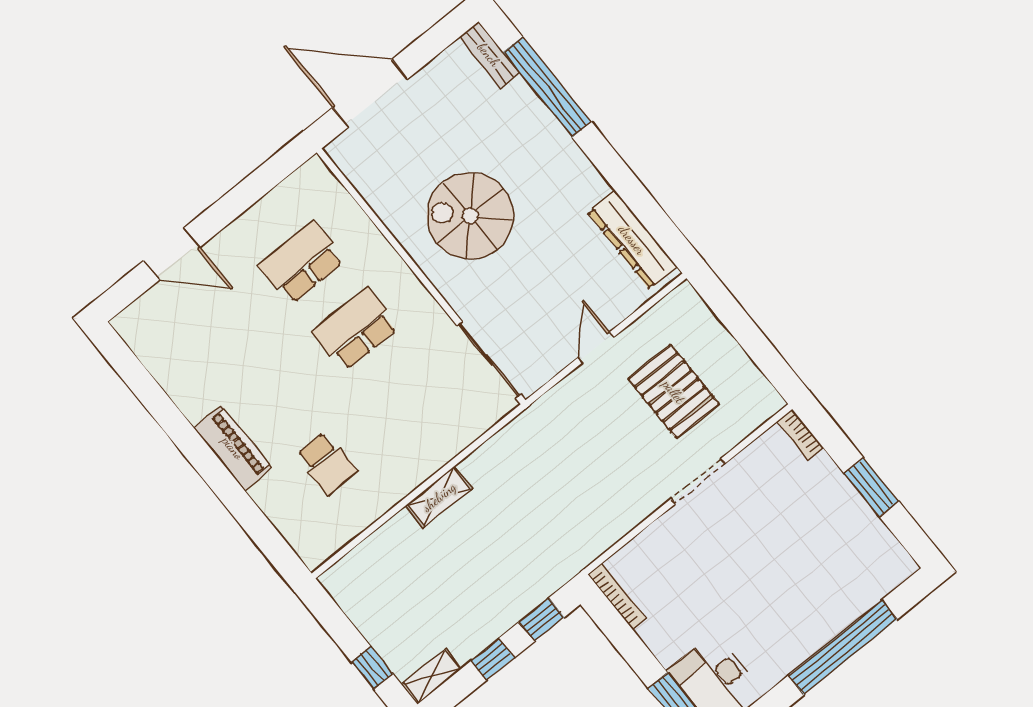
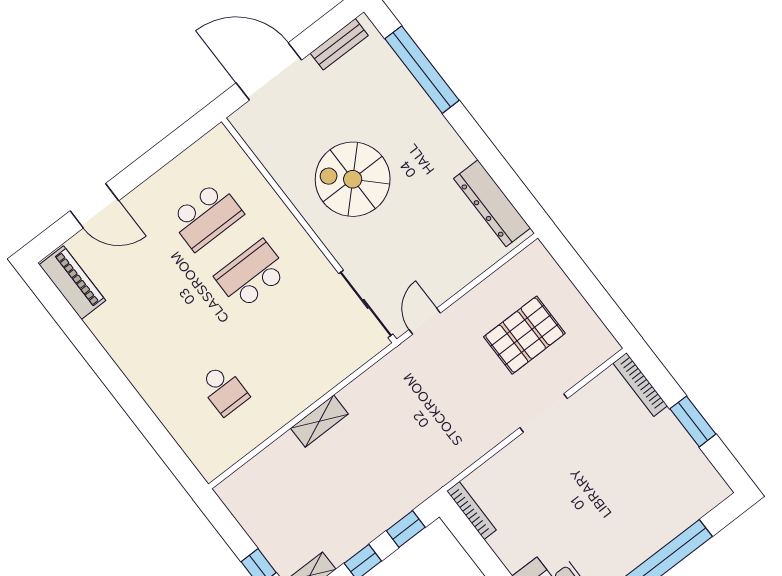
bench: (489, 55) -> (339, 44), moved, turned 90
school desk: (302, 263) -> (206, 216), turned 180
door: (596, 348) -> (425, 321), moved
pallet: (674, 392) -> (524, 335), turned 90
bookcase: (800, 435) -> (640, 384), width x1.56
piano: (233, 448) -> (72, 283), moved

